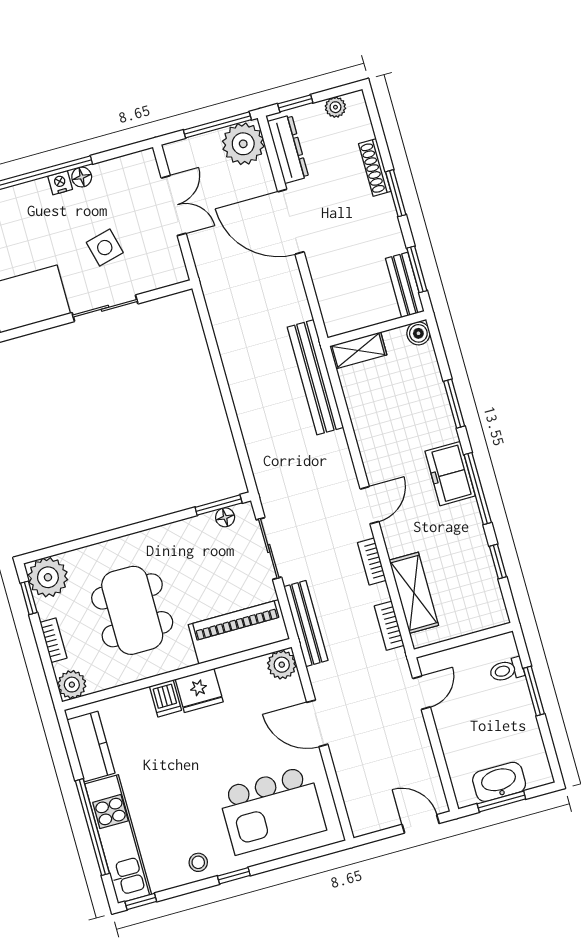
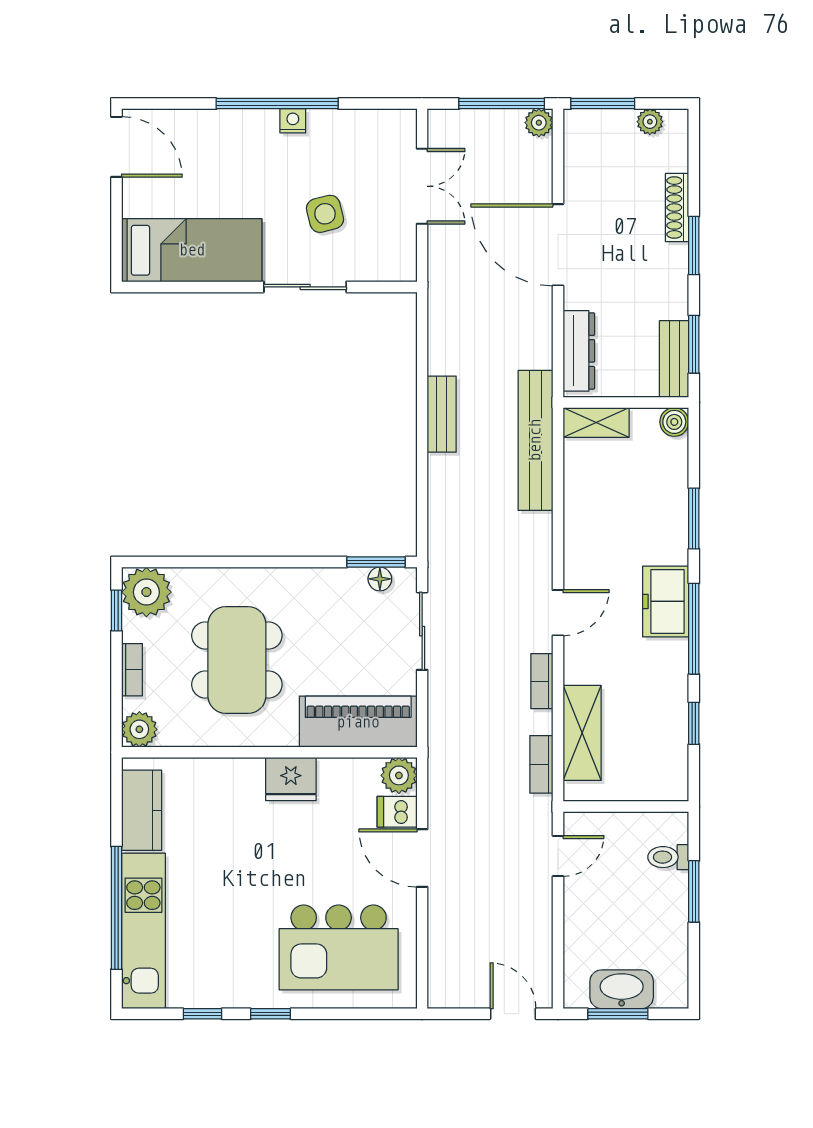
window: (295, 103) -> (603, 104), width x1.50
plant: (243, 144) -> (539, 123), width x0.53, depth x0.53
dresser: (288, 149) -> (579, 351), moved
floor lamp: (82, 177) -> (321, 121), removed
bench: (306, 624) -> (442, 414), moved, width x0.73
dishwasher: (165, 698) -> (397, 812), moved, turned 90
stool: (198, 862) -> (232, 986), removed
window: (141, 902) -> (202, 1014), moved

